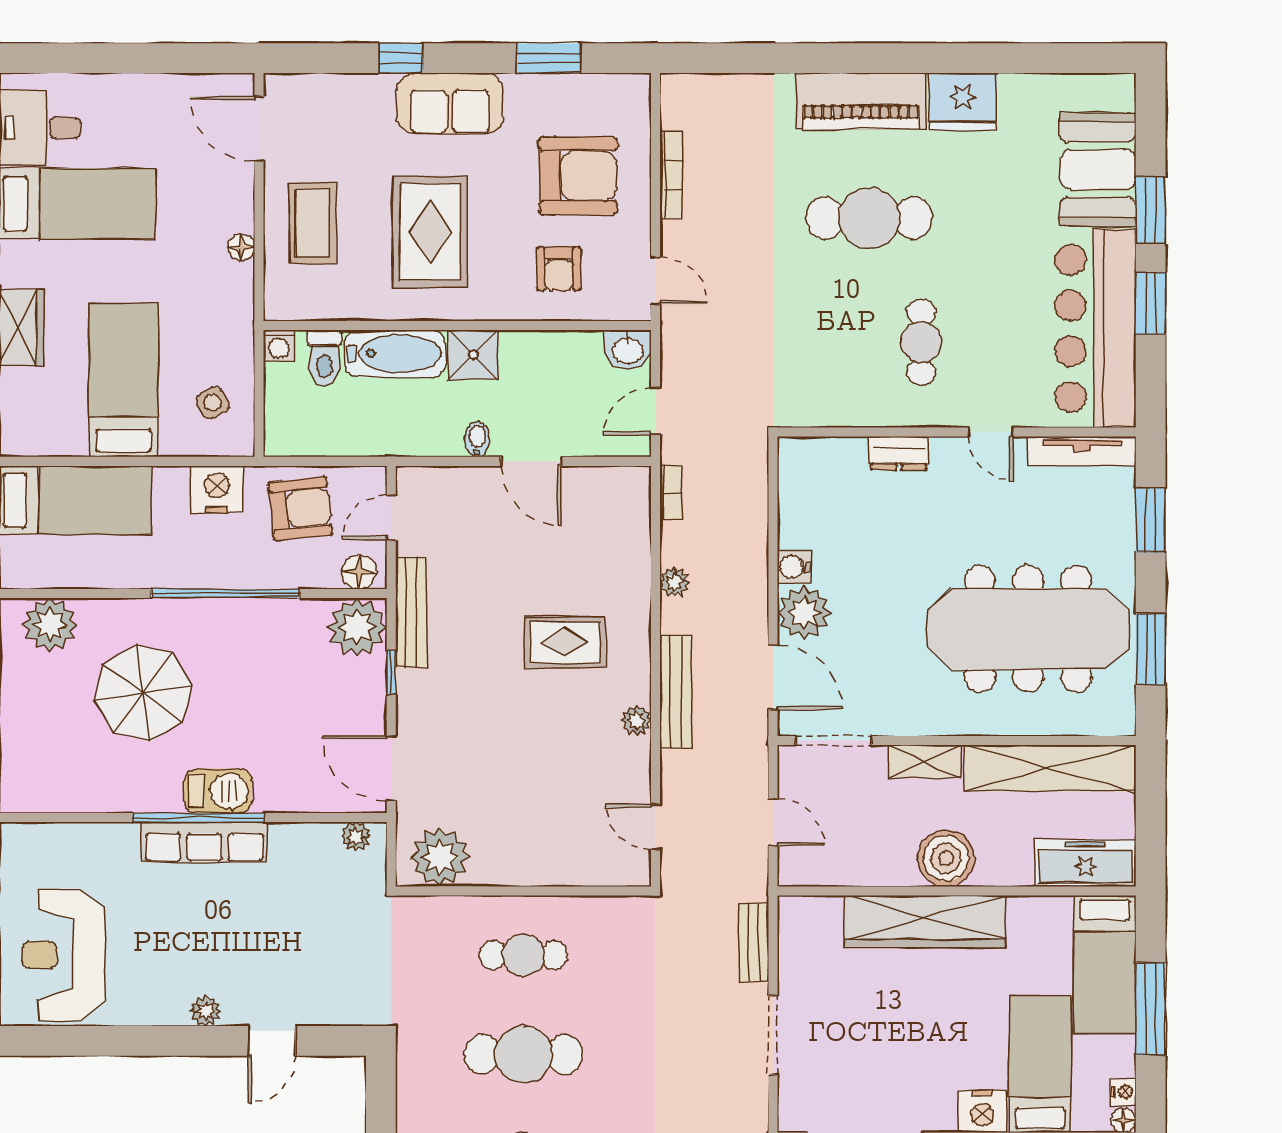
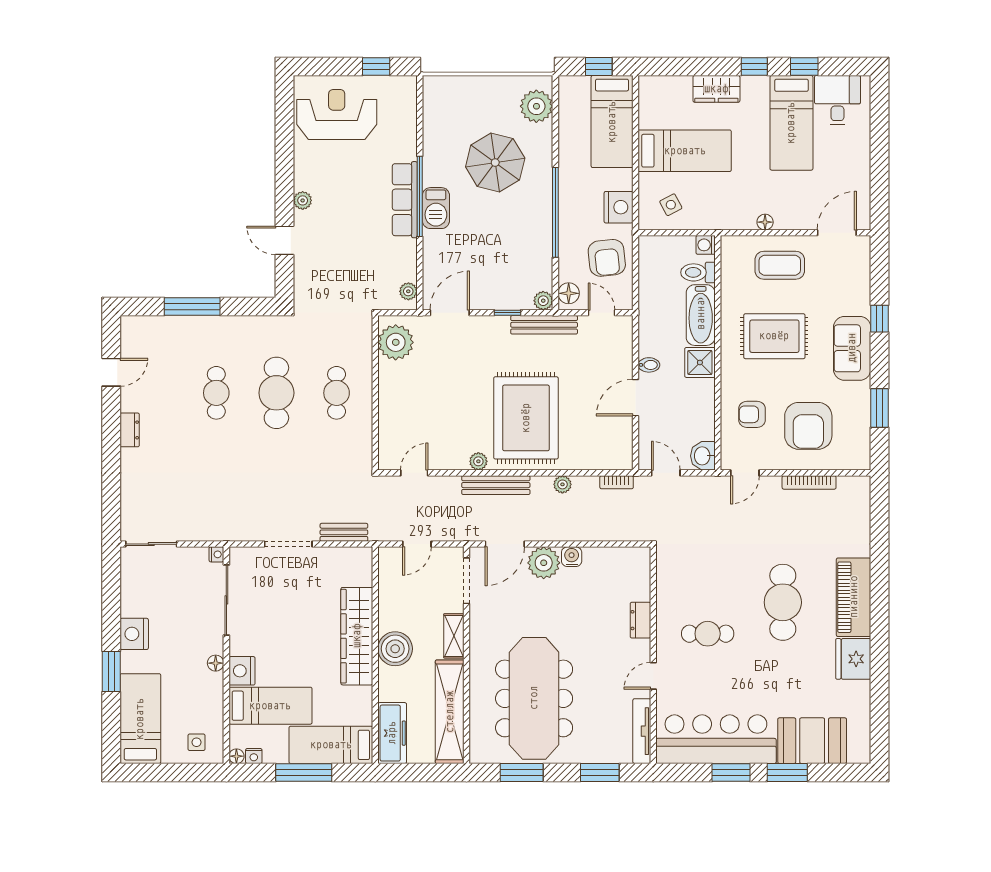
plant: (357, 627) -> (543, 301), width x0.53, depth x0.53
rug: (565, 642) -> (526, 418), width x1.86, depth x2.06

